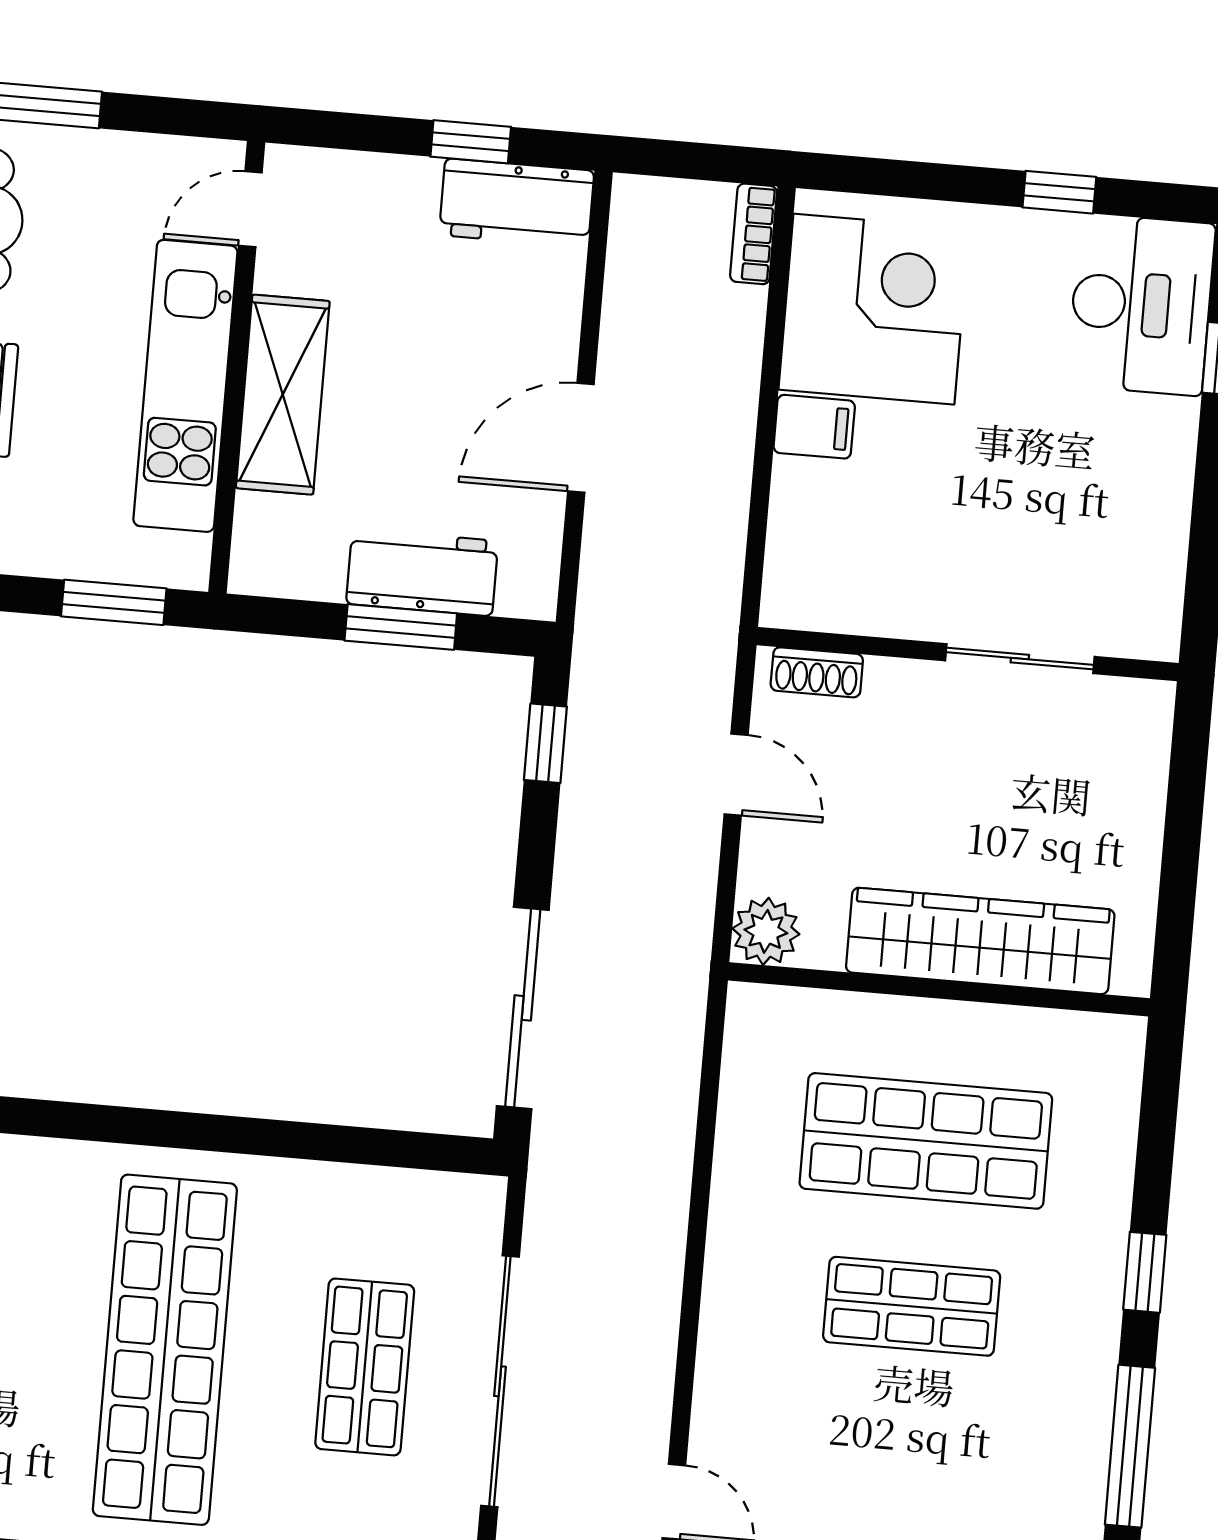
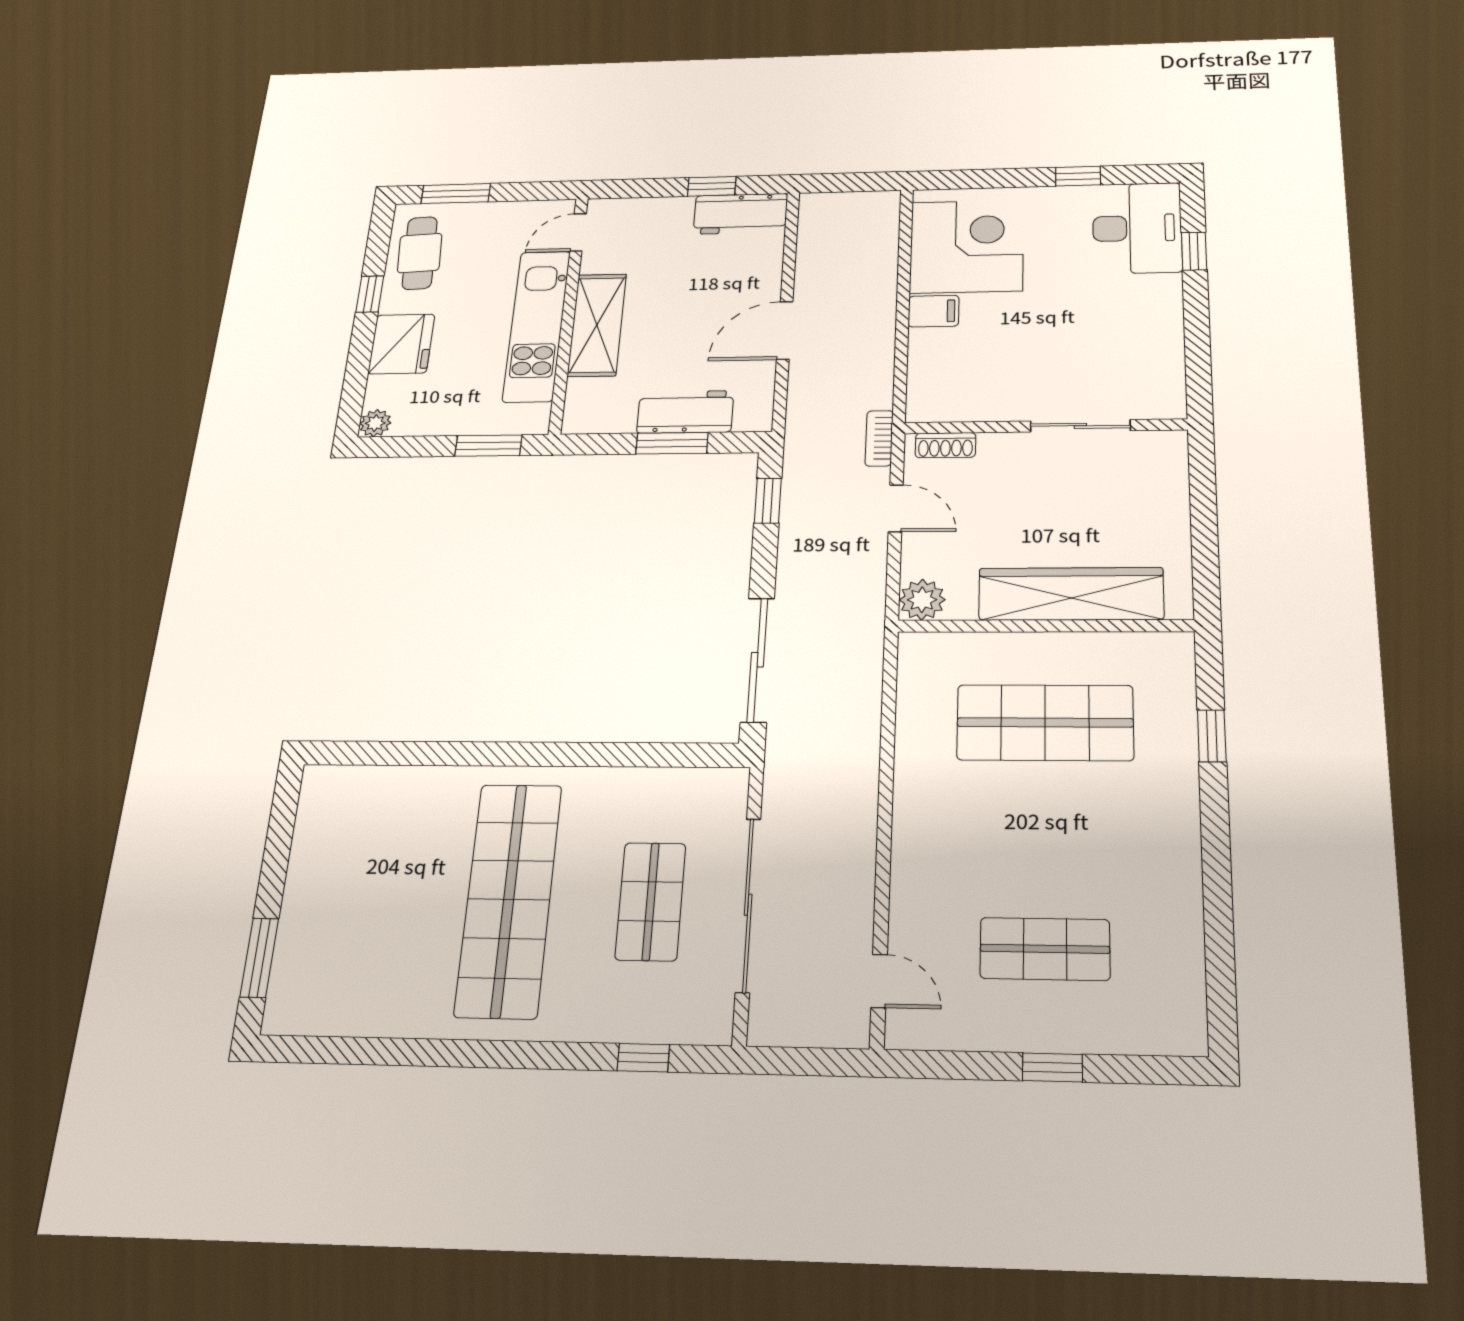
bookcase: (753, 234) -> (879, 438), moved
window: (1145, 1272) -> (1212, 736), moved
shop shelf: (912, 1306) -> (1045, 949), moved
window: (1130, 1446) -> (1219, 919), removed

